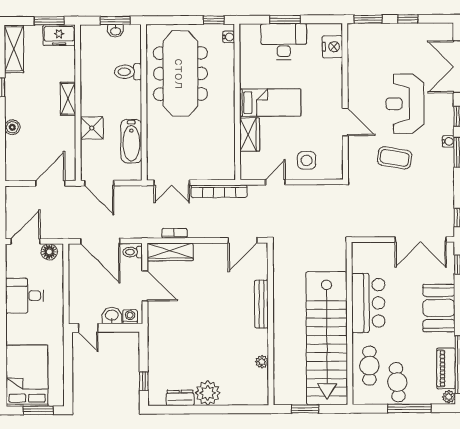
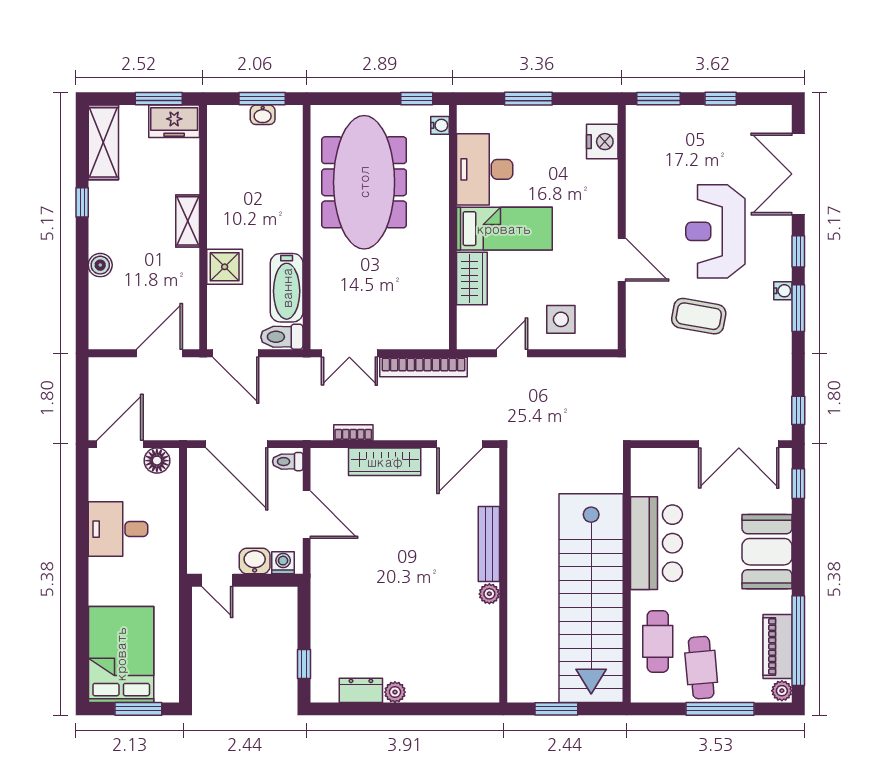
desk: (284, 41) -> (485, 169), moved, turned -90
toilet: (128, 72) -> (282, 337), moved
wardrobe: (170, 252) -> (385, 462), moved
plant: (262, 362) -> (489, 594), moved
plant: (208, 393) -> (395, 692), width x0.53, depth x0.53

